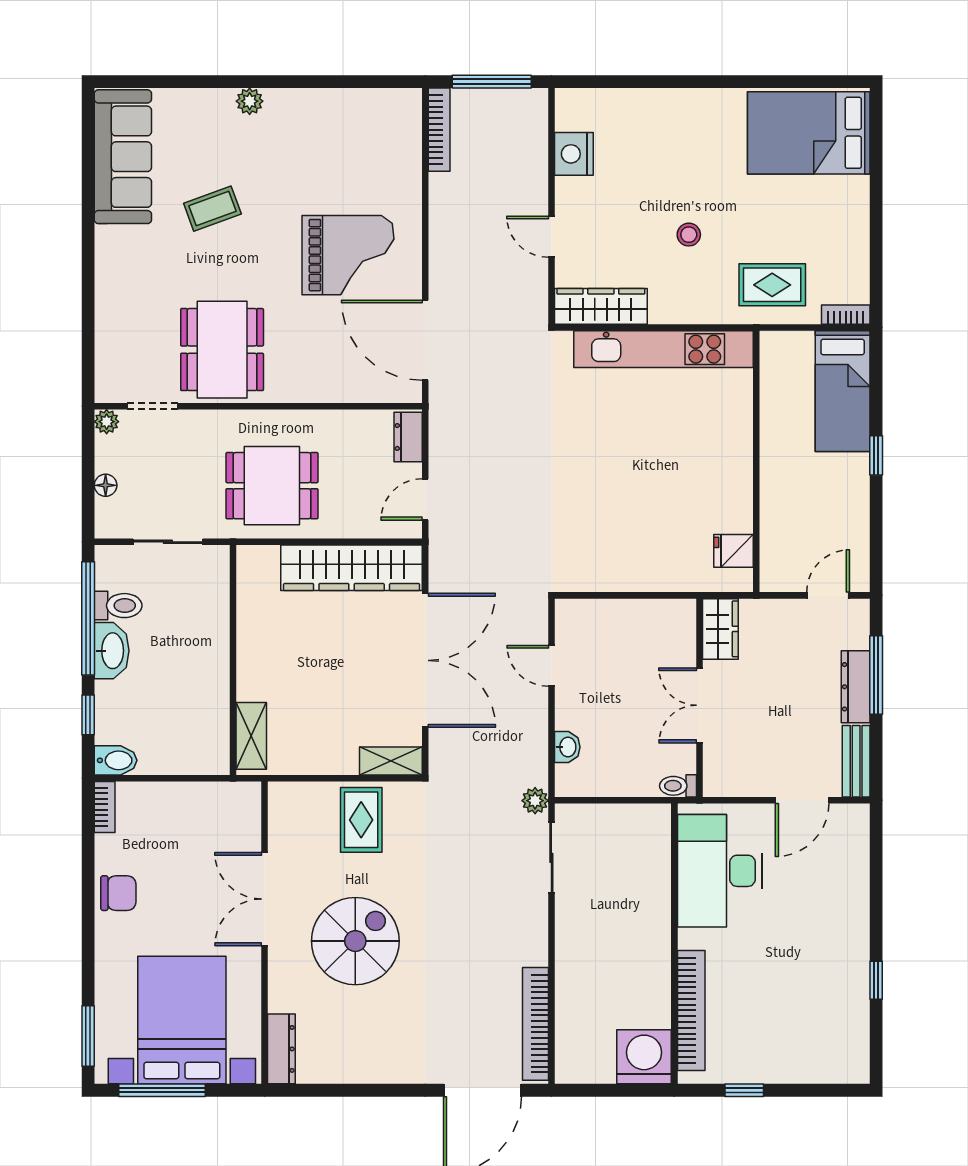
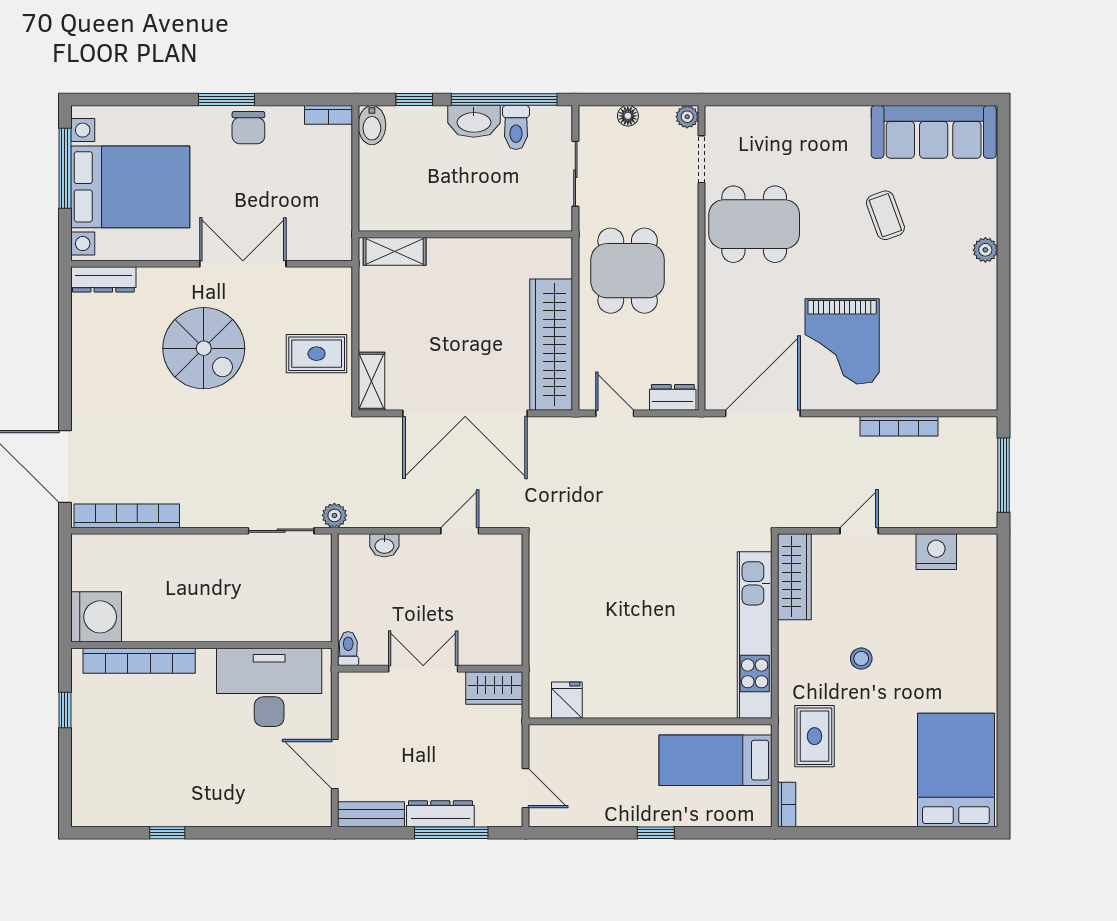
bookcase: (439, 130) -> (899, 426), moved
bed: (843, 391) -> (716, 760), moved
window: (88, 1036) -> (226, 99), moved

